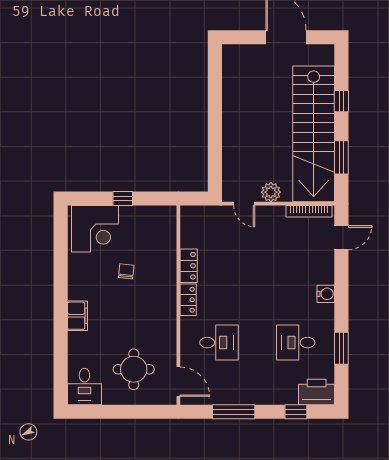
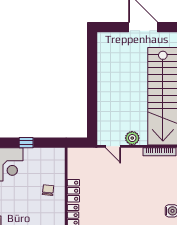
chair: (126, 271) -> (48, 190), moved

